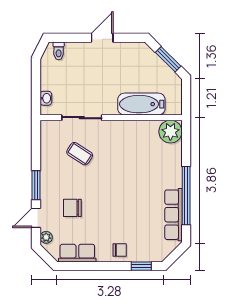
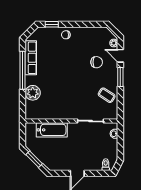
plant: (170, 132) -> (33, 93), moved
coffee table: (80, 154) -> (107, 95), moved
door: (36, 218) -> (120, 56), swing flipped
row of seats: (77, 253) -> (93, 33), removed

